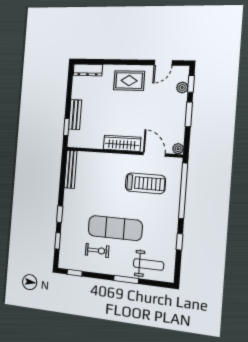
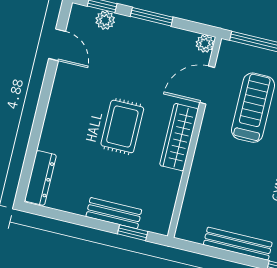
rug: (129, 81) -> (122, 126), moved
bench: (71, 169) -> (238, 244), moved

